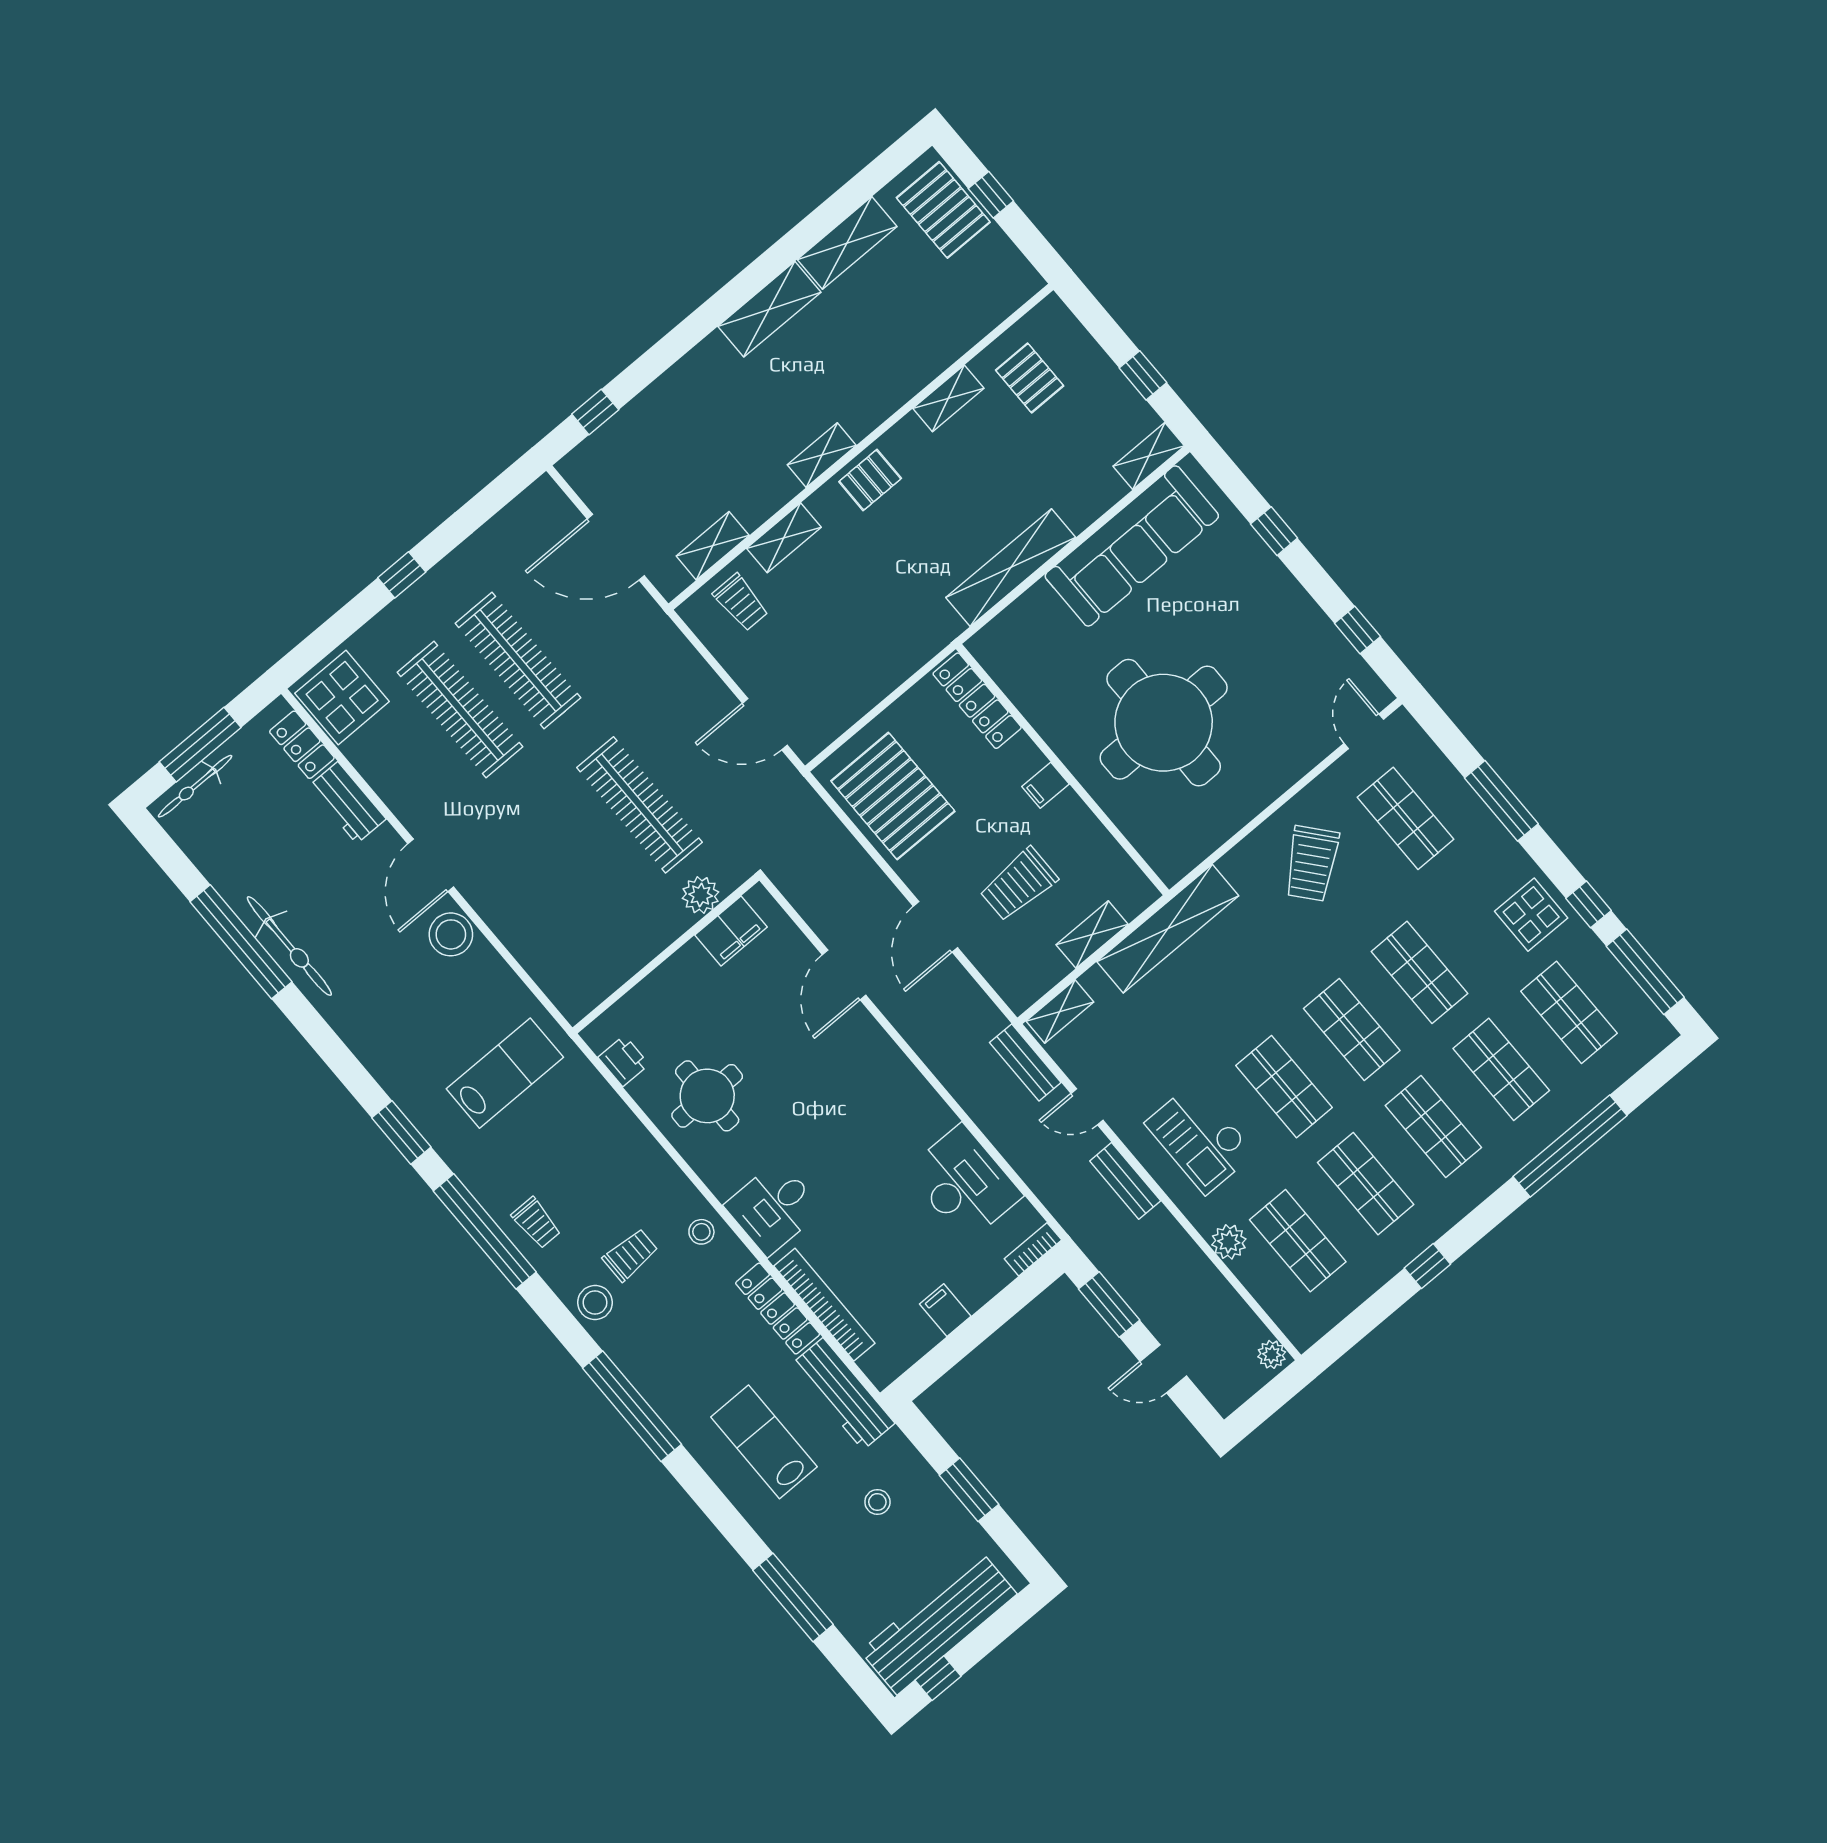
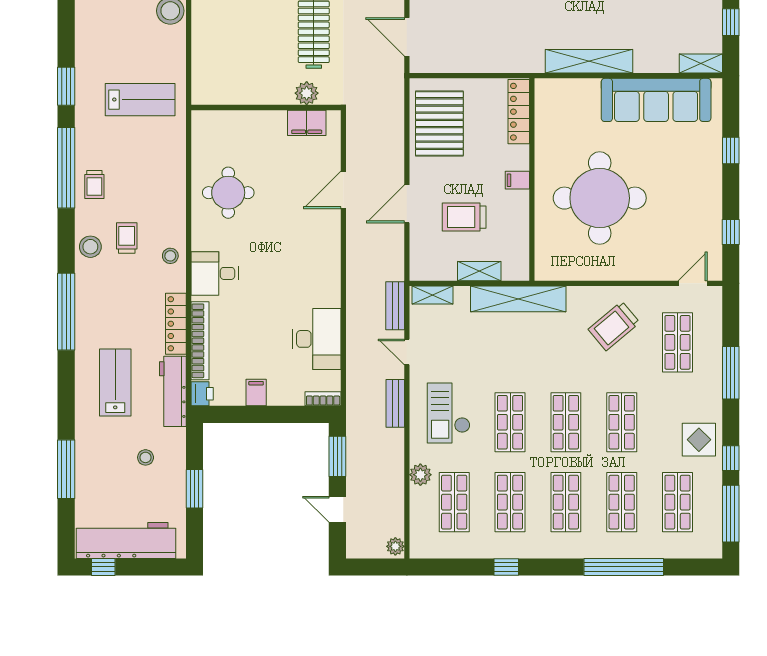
printer: (624, 1061) -> (202, 394), moved
trolley: (630, 1255) -> (127, 238), turned -90

